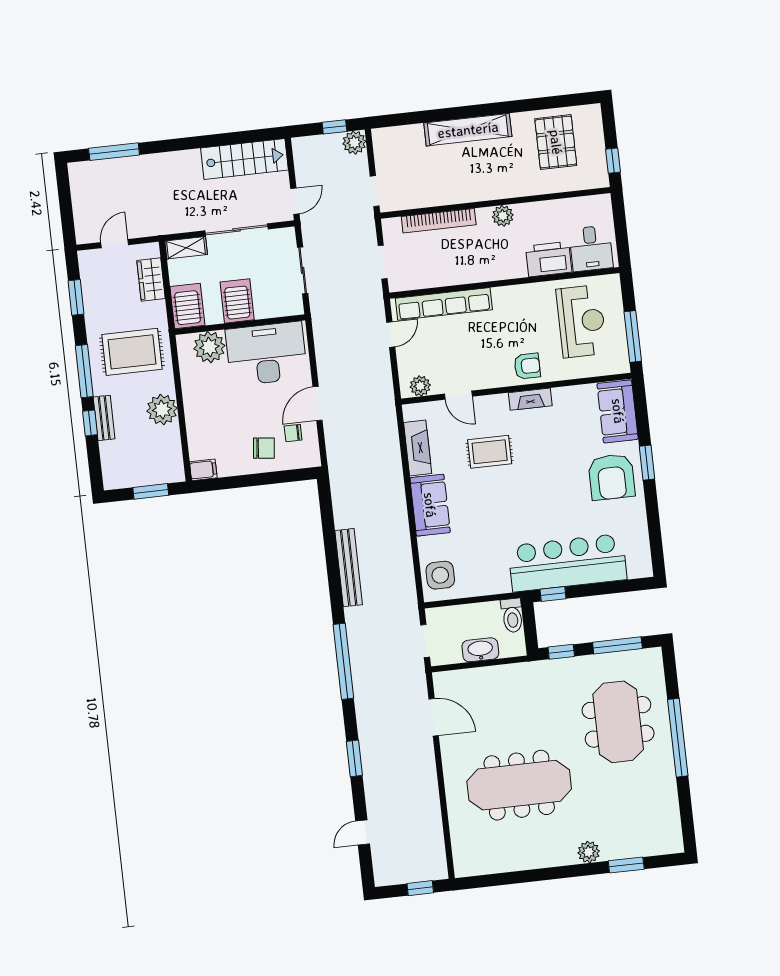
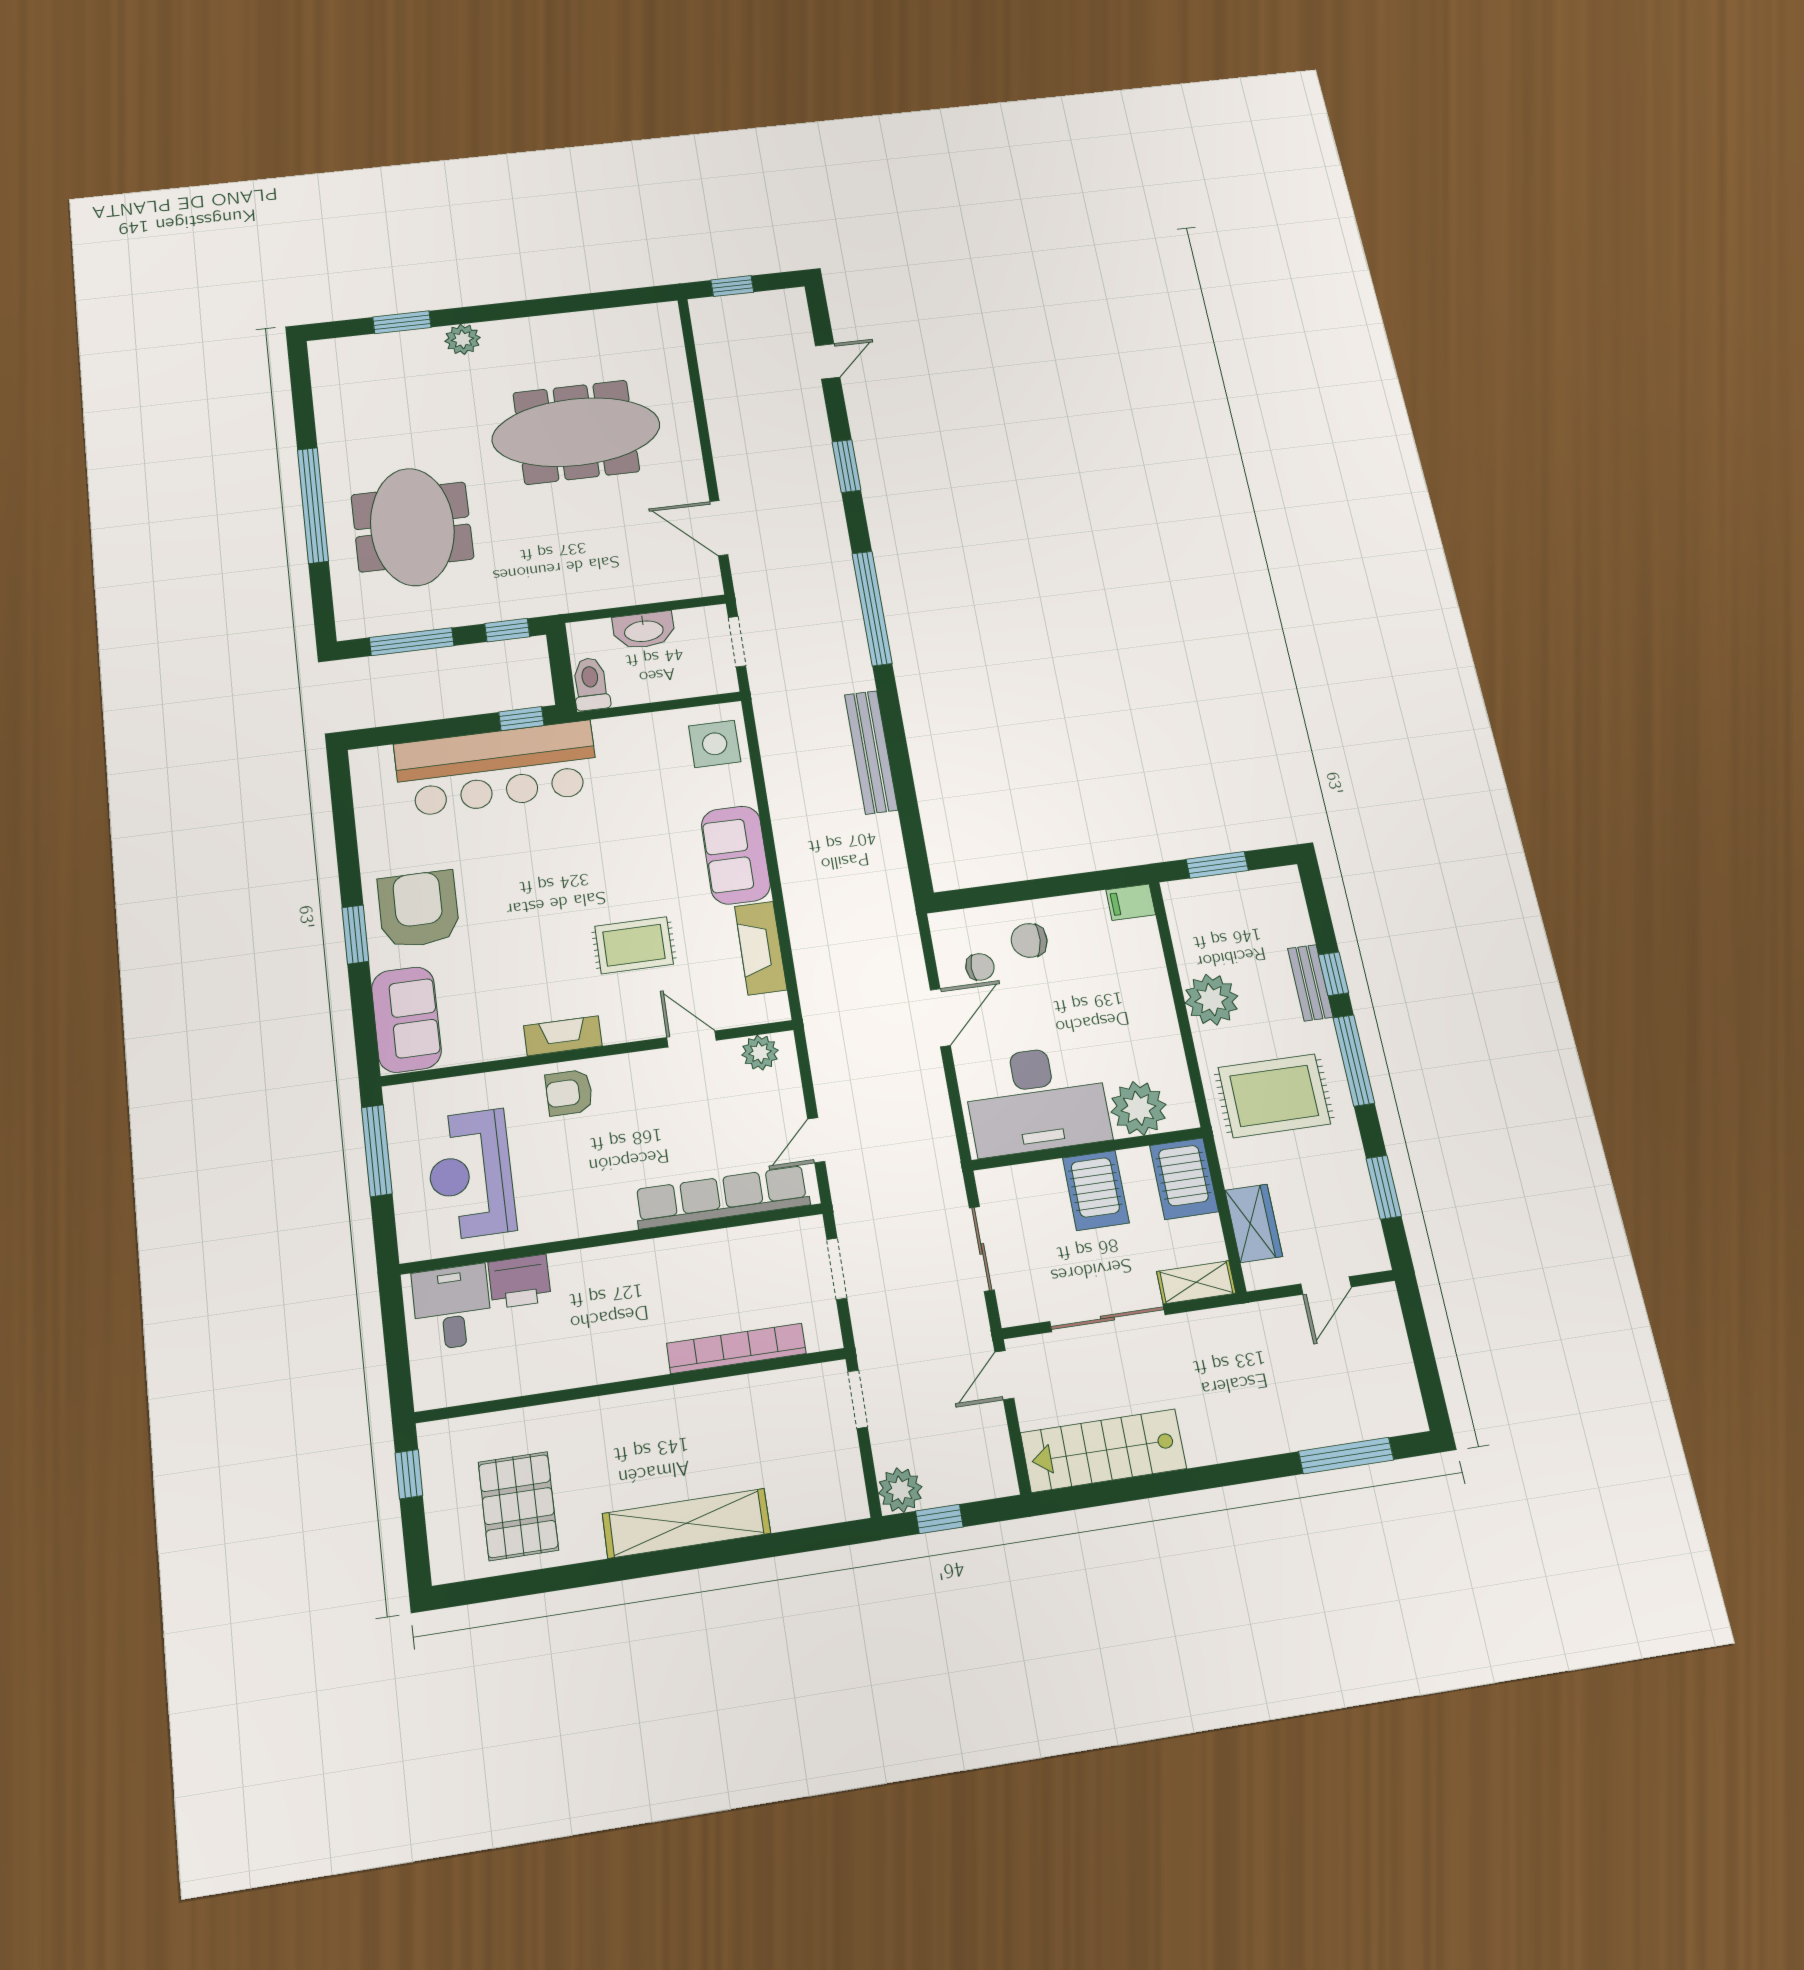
plant: (503, 216) -> (617, 1362), removed
printer: (549, 259) -> (520, 1282), width x0.73, depth x0.84

